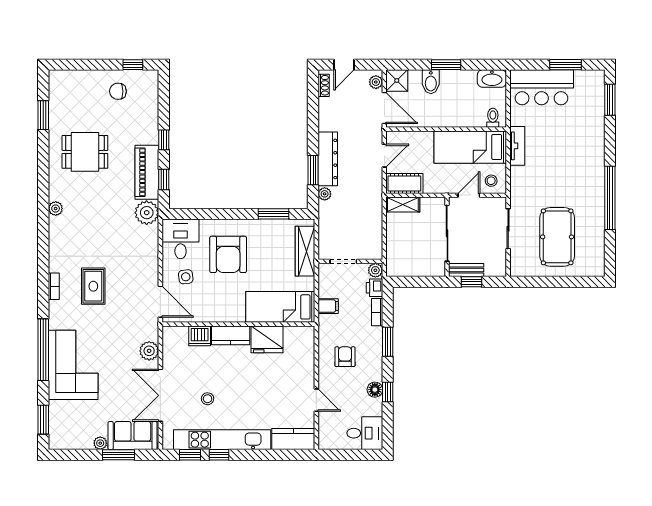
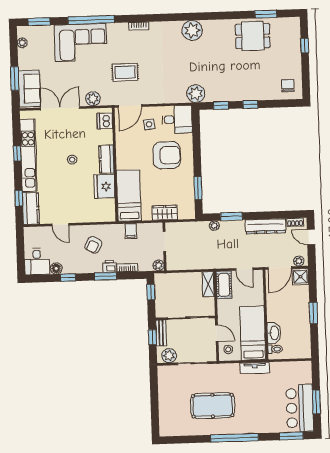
window: (133, 65) -> (305, 46), moved
washbasin: (492, 79) -> (274, 333), moved, turned 180
bidet: (431, 82) -> (300, 302), removed
bar counter: (542, 87) -> (300, 408), moved
chair: (118, 91) -> (288, 86), moved
dining table: (85, 152) -> (253, 36), moved, turned 90
dresser: (328, 159) -> (266, 226), moved
piano: (147, 172) -> (226, 93), removed
window: (610, 198) -> (234, 438), moved
plant: (56, 208) -> (192, 30), width x1.88, depth x1.88
pool table: (557, 237) -> (213, 406), moved
wardrobe: (305, 251) -> (165, 213), width x0.67
armchair: (228, 254) -> (167, 155), turned 180
plant: (497, 260) -> (169, 356), added
window: (411, 282) -> (151, 292), added
rug: (93, 286) -> (125, 72), moved
printer: (374, 288) -> (109, 266), moved
dishwasher: (200, 336) -> (105, 121), moved
armchair: (345, 357) -> (93, 245), turned 118
floor lamp: (375, 390) -> (56, 268), moved
stool: (208, 399) -> (72, 160), moved
door: (316, 400) -> (60, 225), hinge flipped
plant: (100, 443) -> (22, 43), moved
window: (190, 455) -> (19, 198), moved

